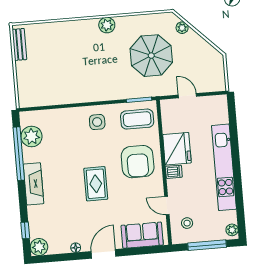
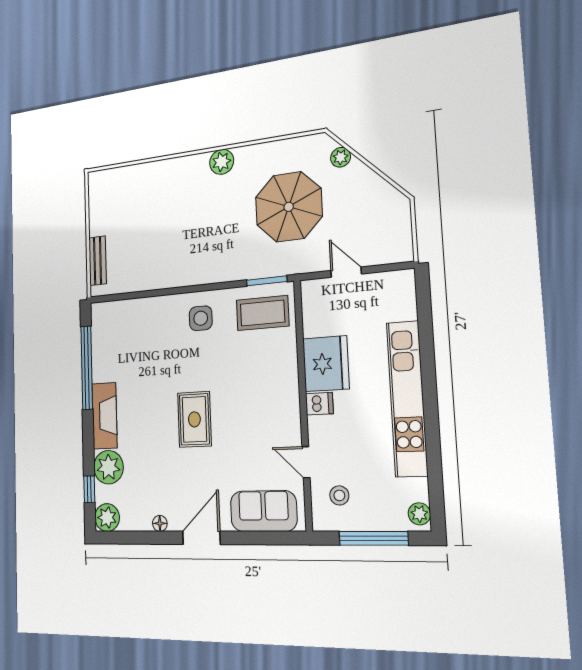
bench: (19, 44) -> (98, 261), moved
plant: (32, 136) -> (108, 467), moved
armchair: (138, 162) -> (261, 385), removed

